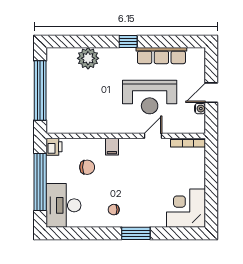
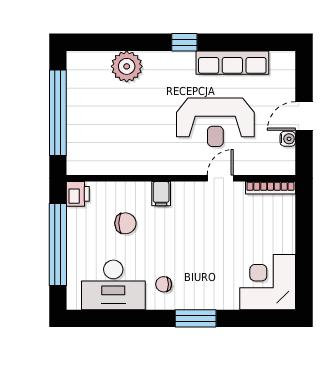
desk: (63, 205) -> (113, 285), moved, turned -90

